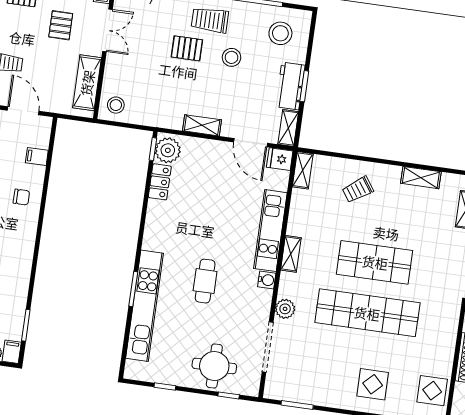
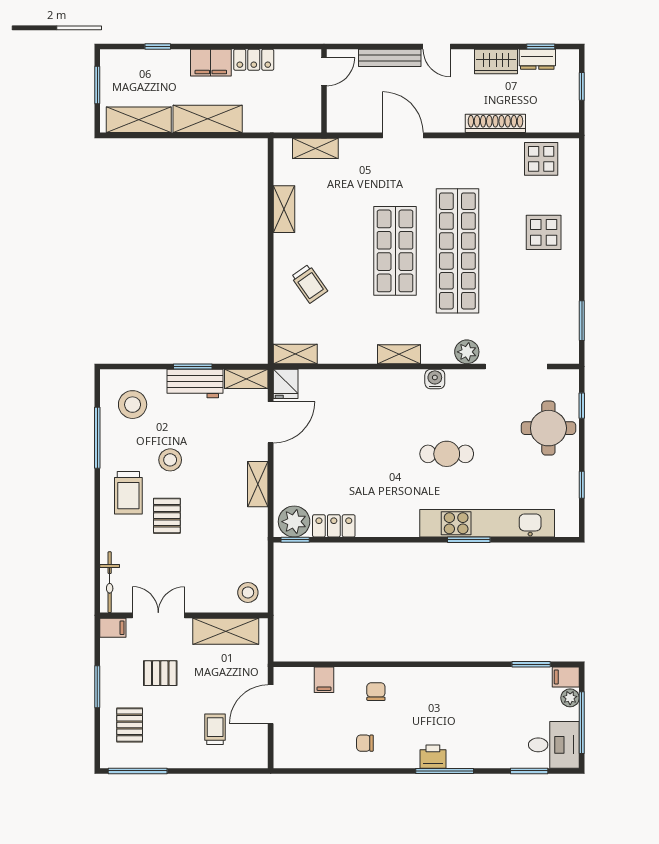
kitchen unit: (270, 231) -> (374, 383), removed

